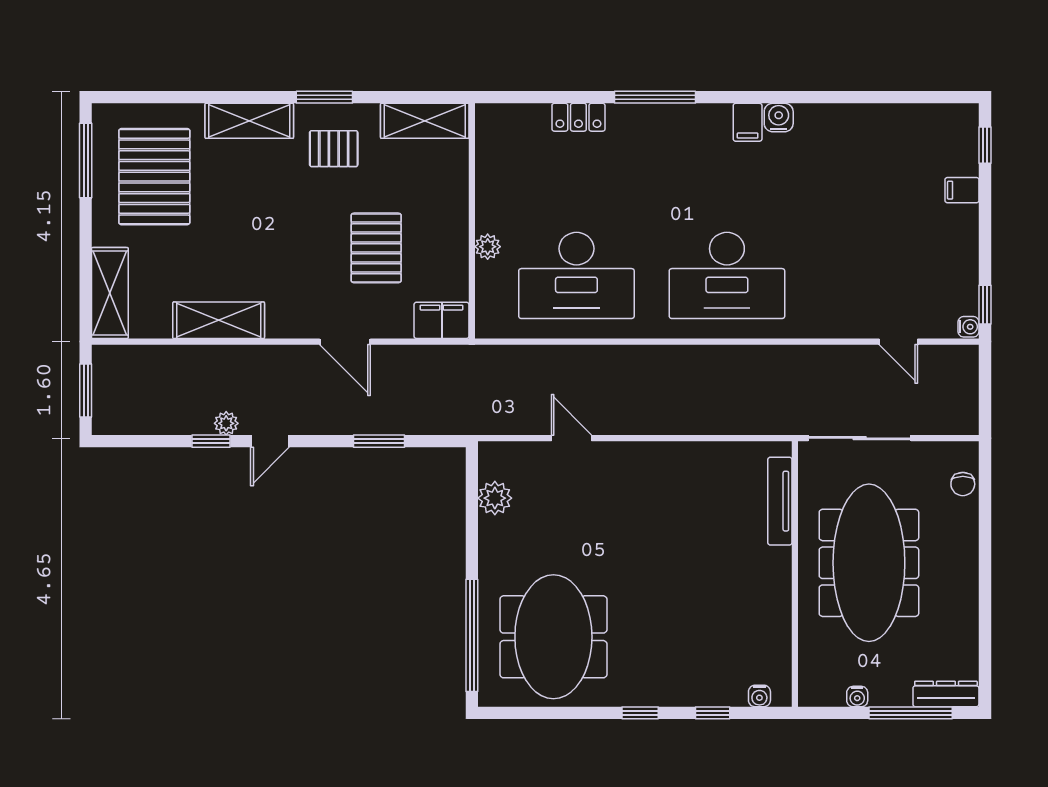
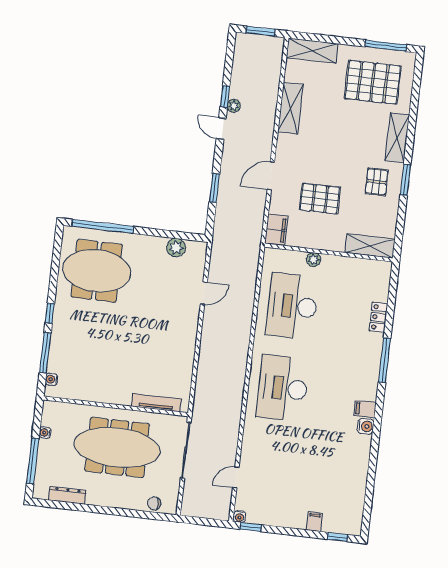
shelving: (425, 121) -> (370, 246), moved, turned 90
dresser: (946, 694) -> (67, 495), moved, turned -90
window: (713, 713) -> (45, 353), width x2.17

